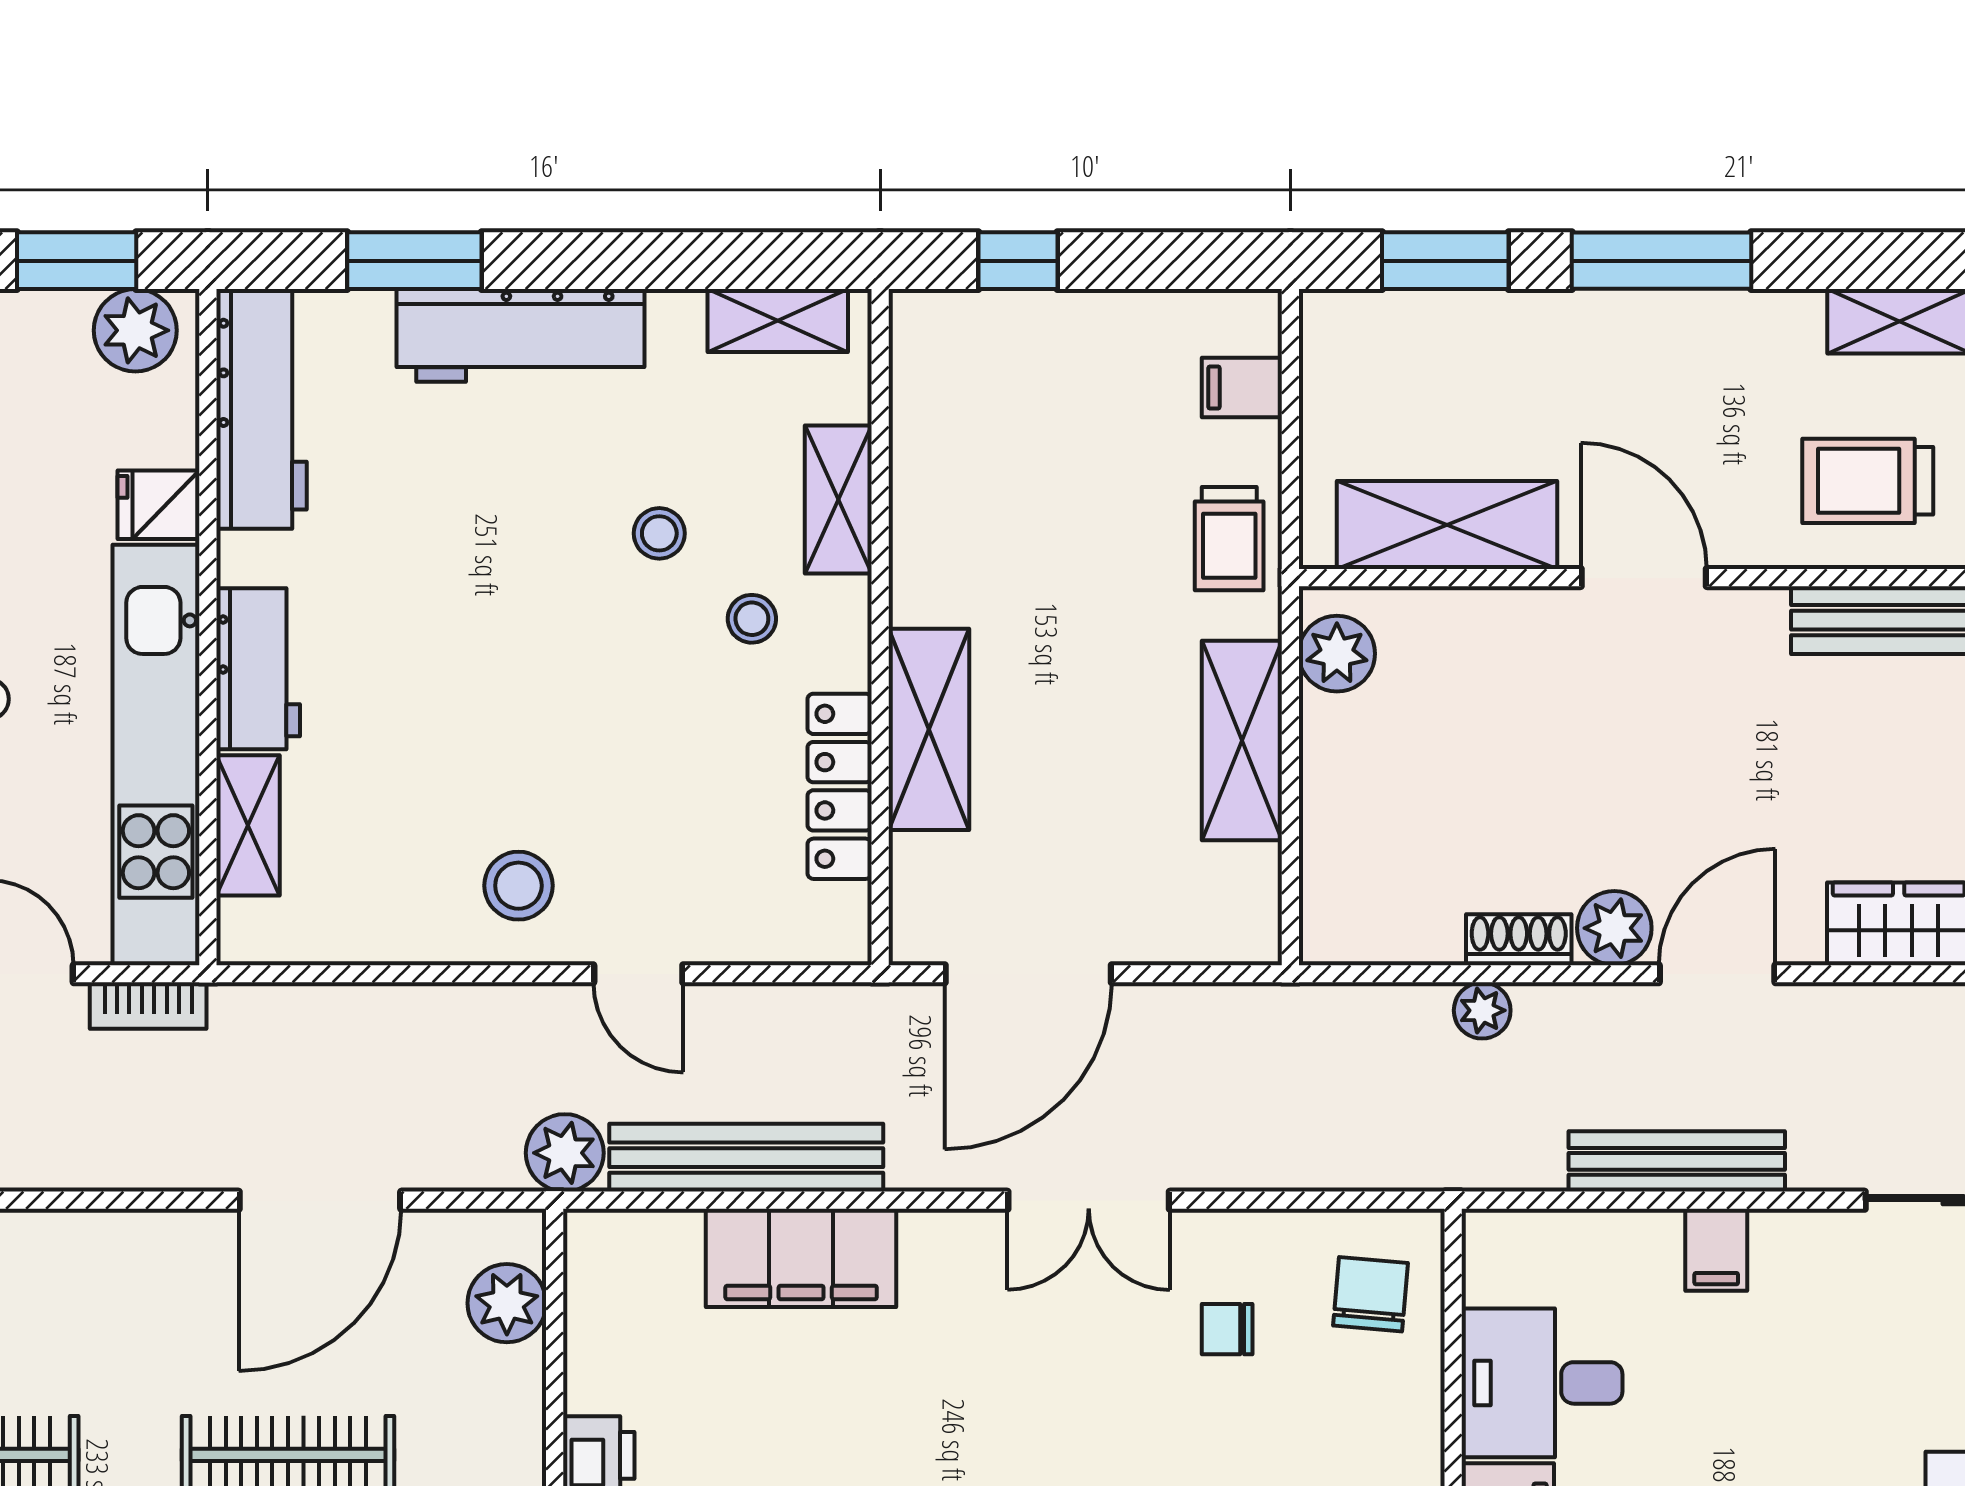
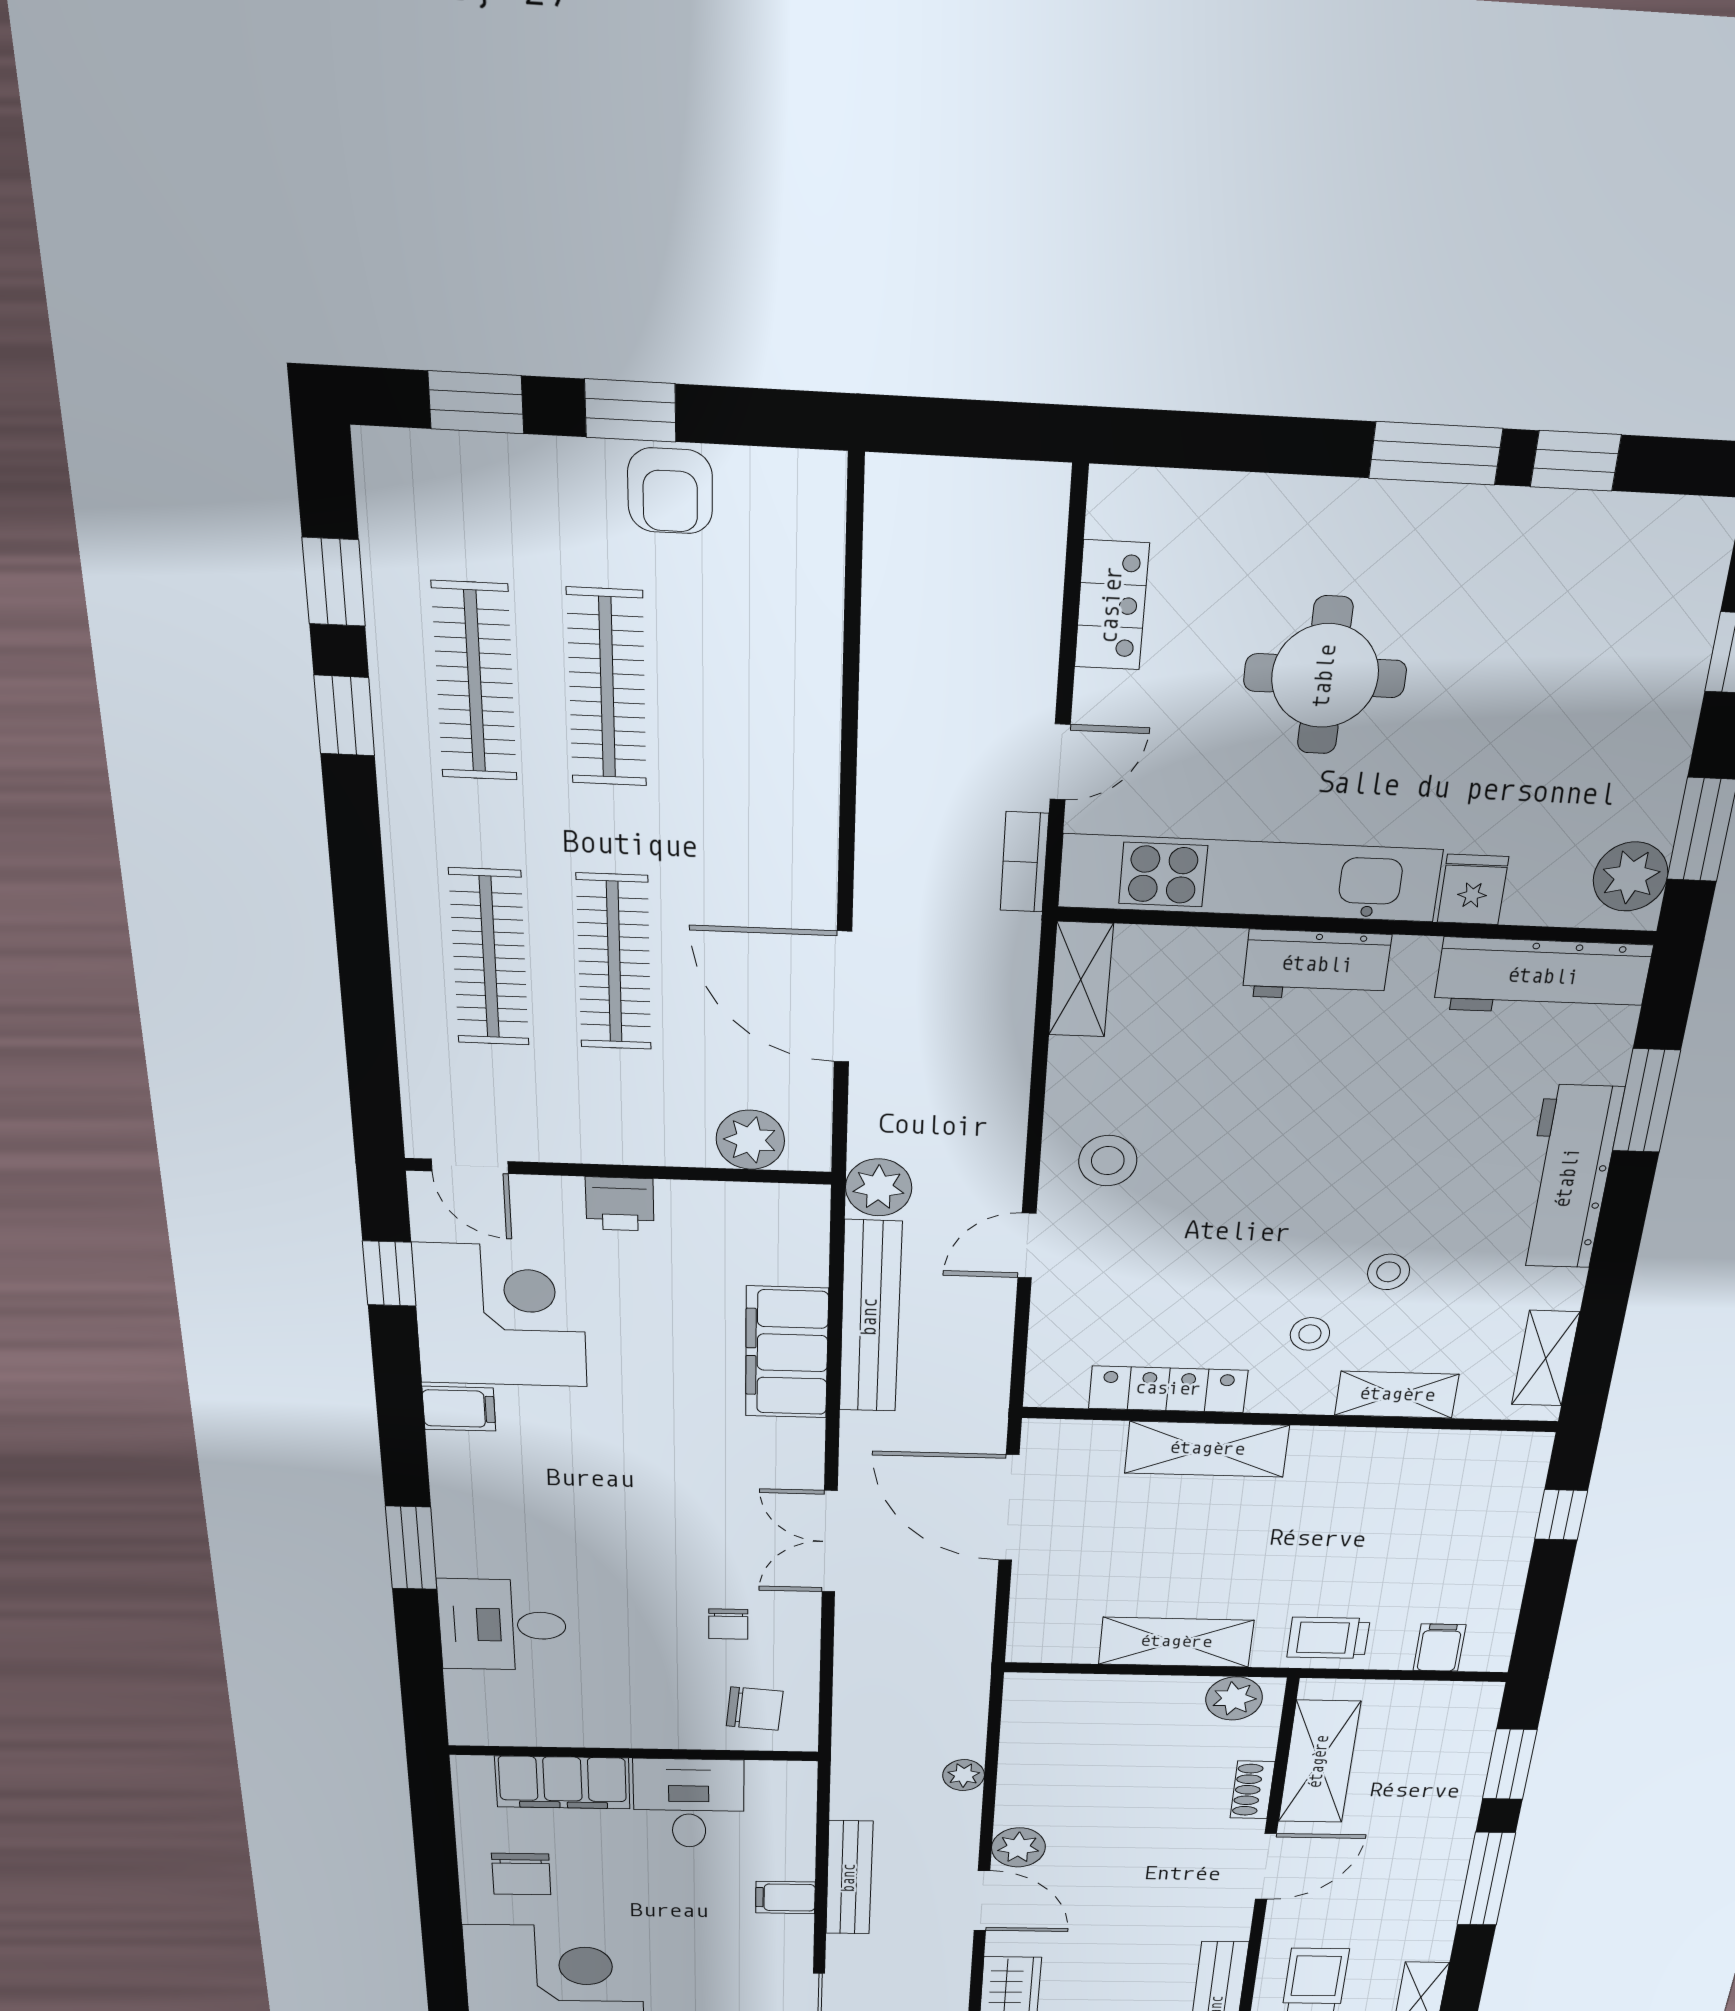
shelving: (248, 825) -> (1081, 980), moved, turned 90
shoe rack: (1519, 940) -> (1252, 1790), moved, turned 180
chair: (1227, 1329) -> (728, 1624), turned 180

